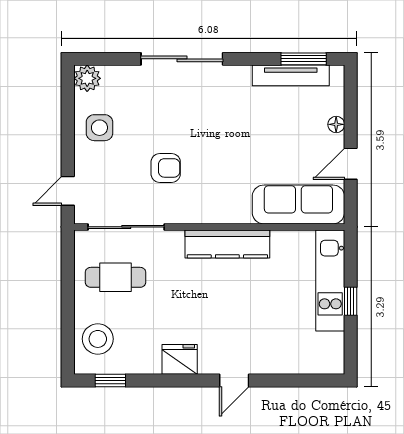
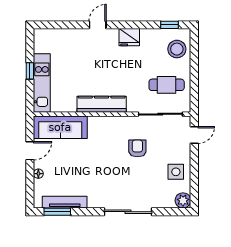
armchair: (166, 168) -> (137, 148), turned 90

